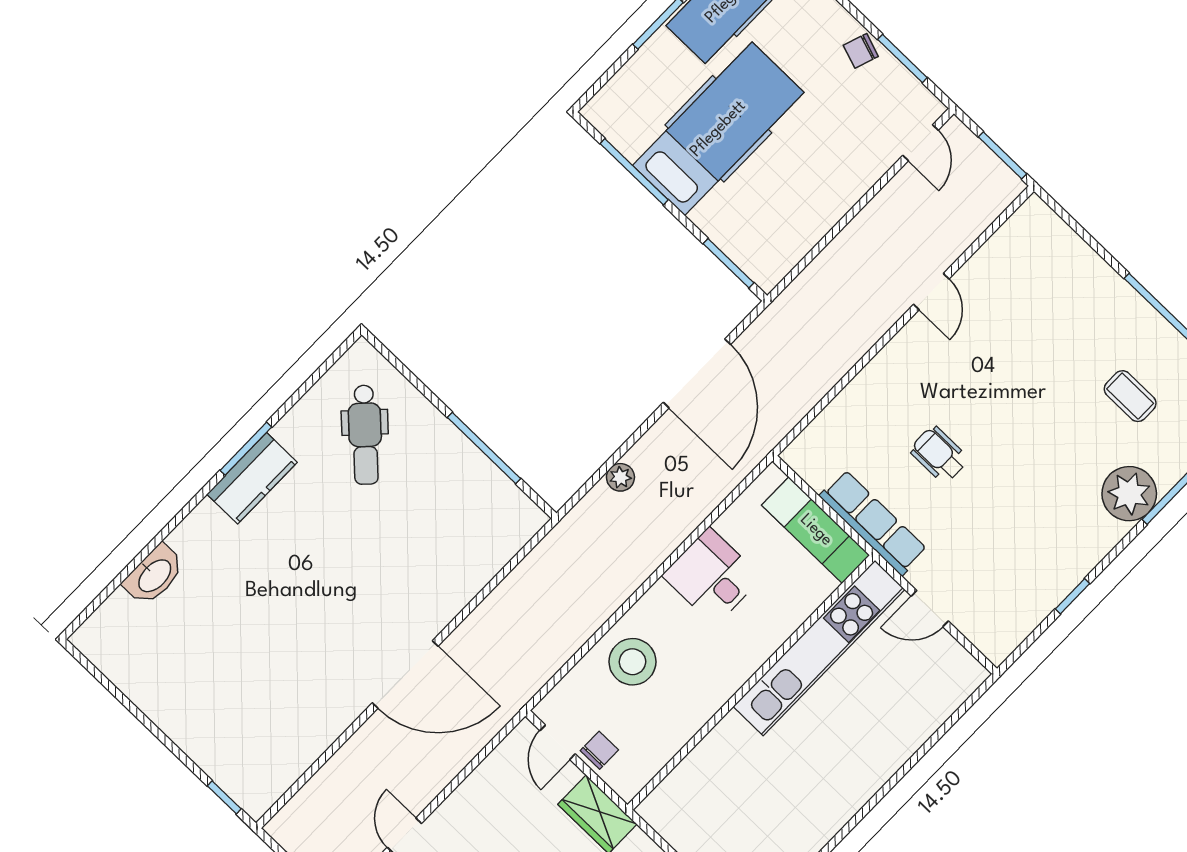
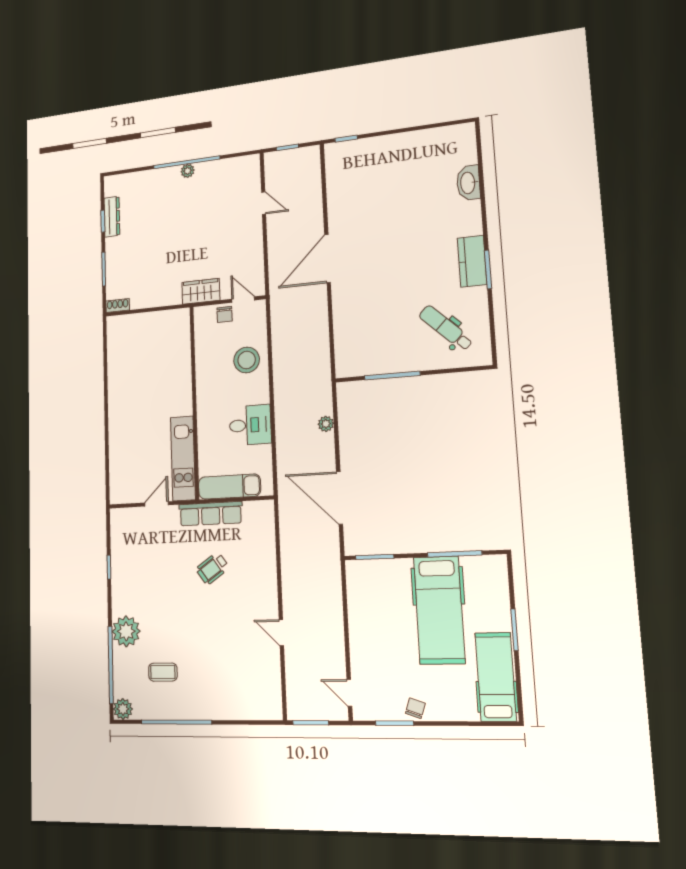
wheelchair: (939, 455) -> (212, 568), turned 145
kitchen unit: (819, 648) -> (183, 458), width x0.73

